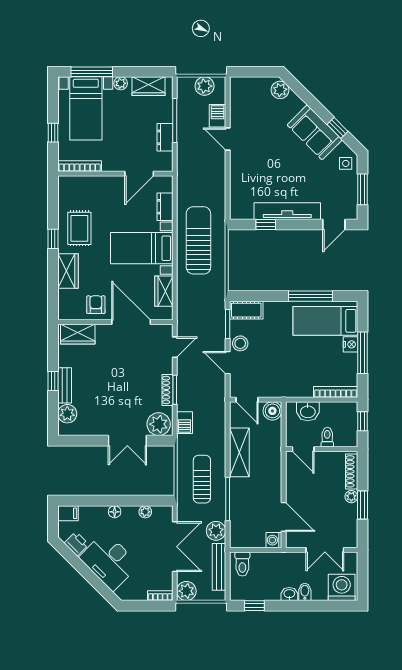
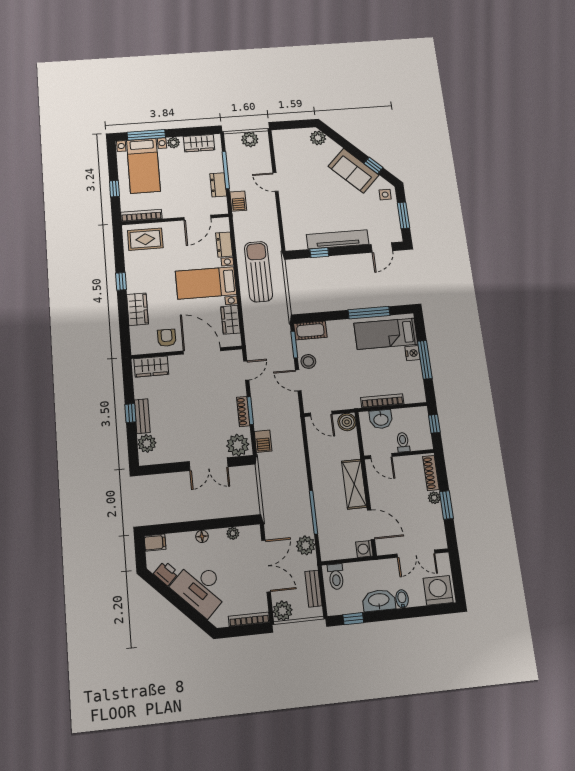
barbecue: (217, 116) -> (238, 201), moved, turned 180
rug: (79, 228) -> (145, 239), moved, turned 90
bookcase: (336, 392) -> (382, 401), moved
shelving: (239, 452) -> (354, 484), moved
sun lounger: (202, 479) -> (286, 495), removed
bench: (219, 567) -> (314, 589), width x0.73
washbasin: (289, 594) -> (379, 600), width x1.91, depth x1.45
bookcase: (160, 596) -> (249, 619), width x1.56

